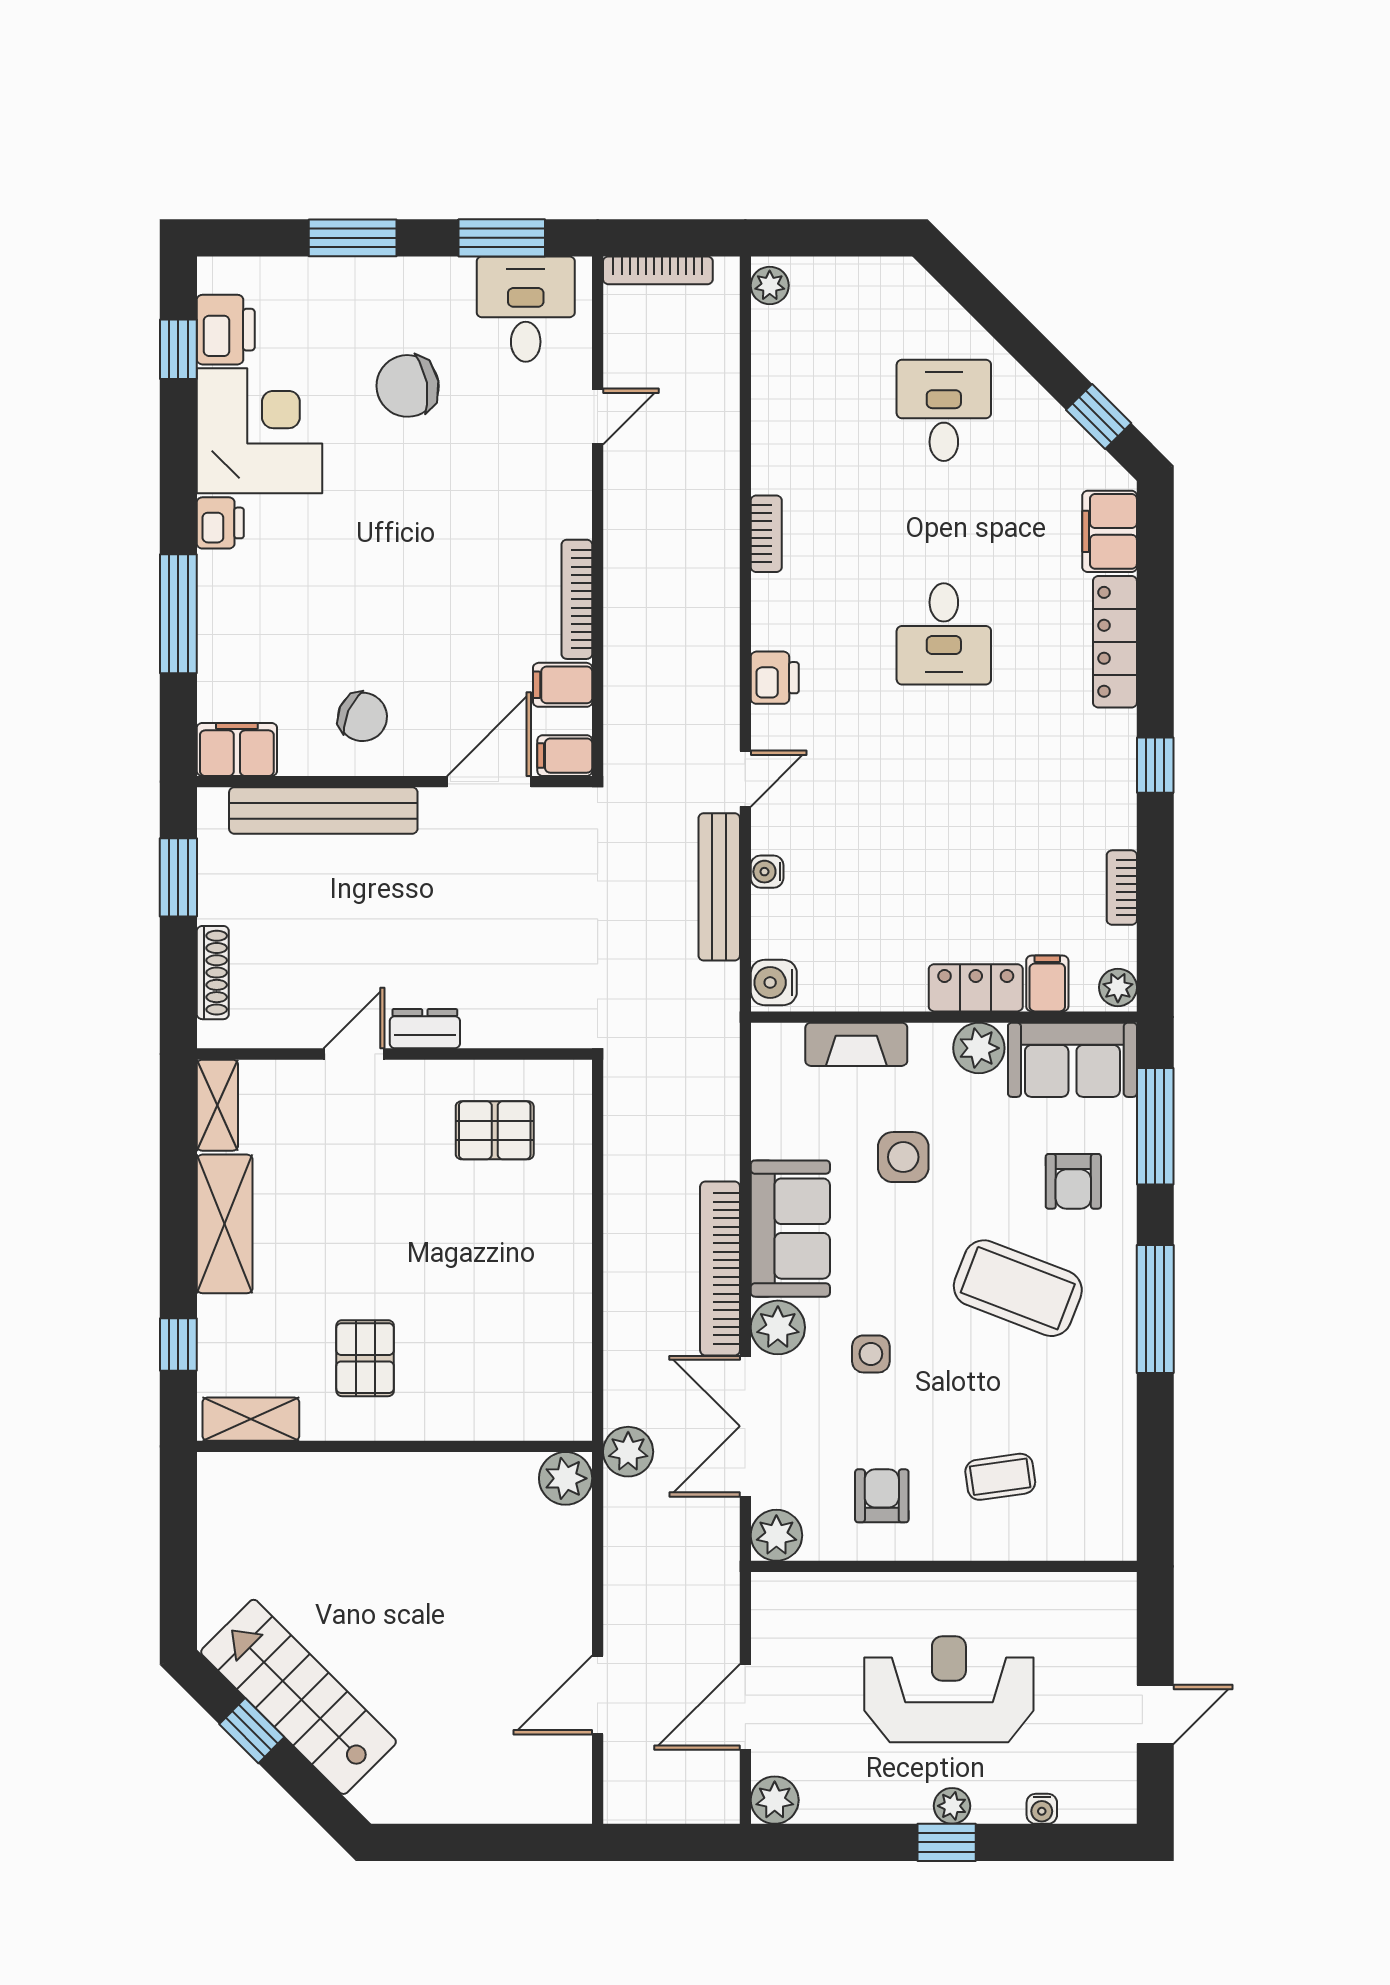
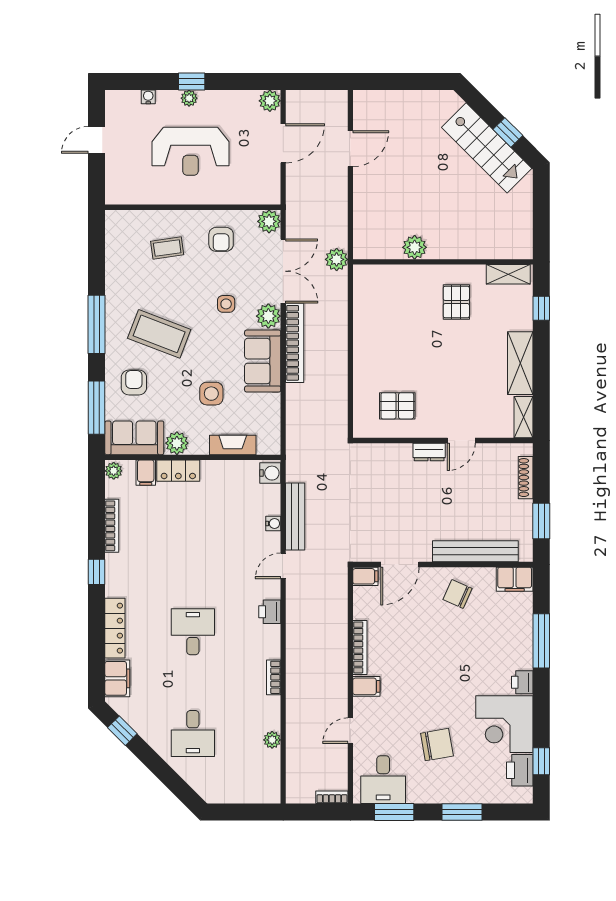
bookcase: (658, 270) -> (332, 797), width x0.64
plant: (770, 285) -> (272, 740), moved
filing cabinet: (563, 685) -> (366, 686), moved
bookcase: (1122, 888) -> (112, 526), width x1.56
plant: (566, 1478) -> (415, 247), moved

